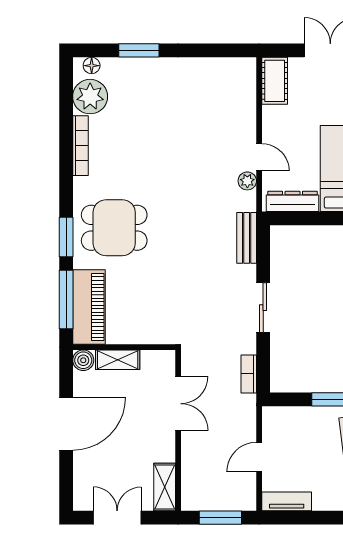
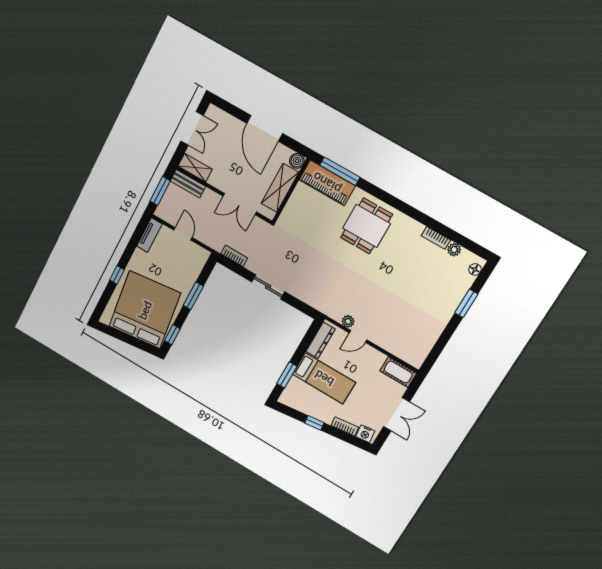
plant: (90, 97) -> (454, 250), width x0.53, depth x0.53
bookcase: (80, 146) -> (436, 238), width x0.64
window: (66, 237) -> (378, 193), removed
bench: (247, 238) -> (188, 184), moved
shelving: (118, 360) -> (280, 188), width x1.50, depth x1.33

